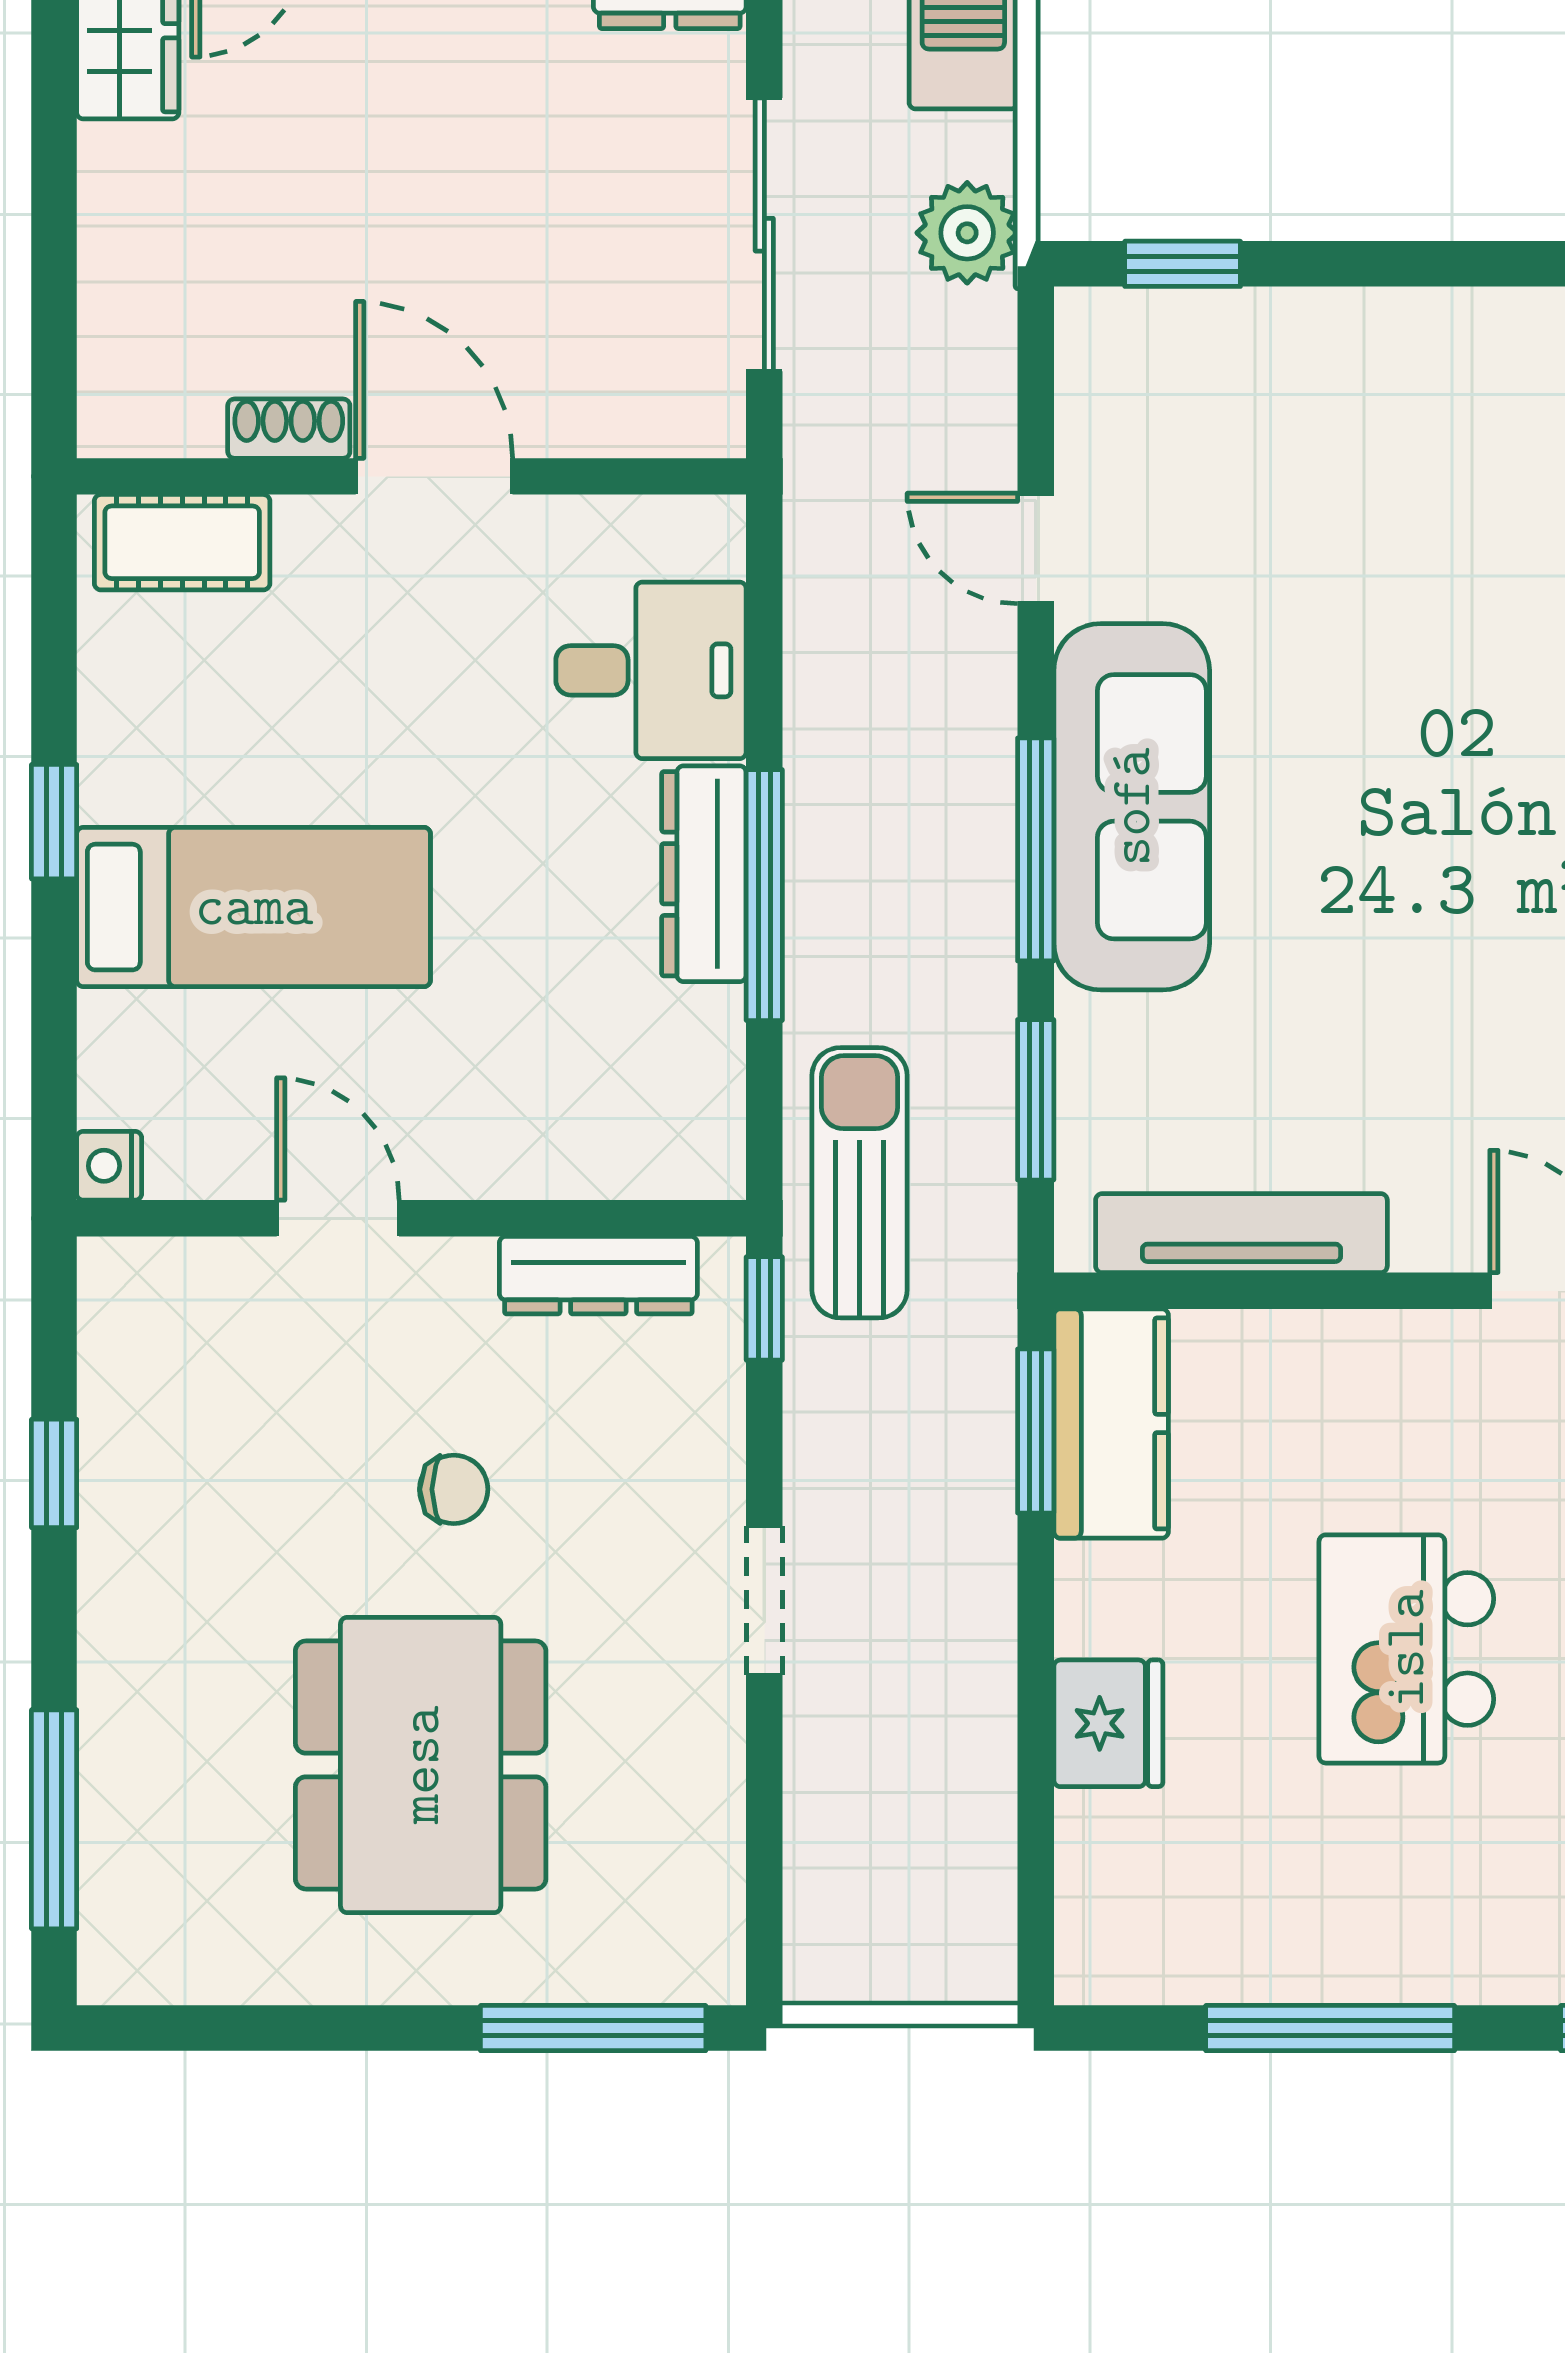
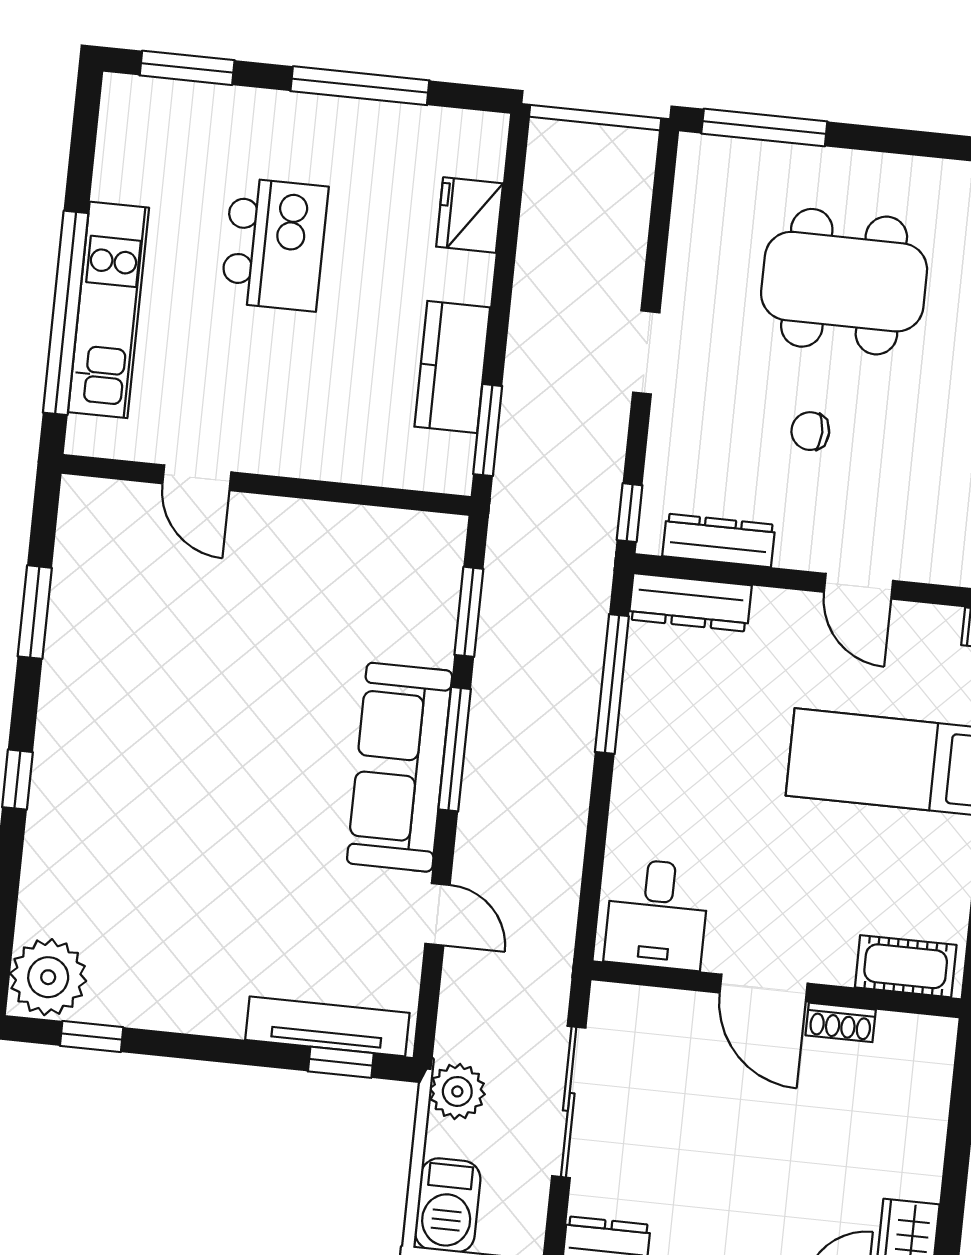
desk: (651, 670) -> (657, 914), moved, turned -90
dresser: (704, 874) -> (690, 602), moved, turned 90
window: (764, 895) -> (612, 684), moved
sun lounger: (860, 1183) -> (570, 576), removed
tv unit: (1241, 1233) -> (327, 1026), moved, turned 180
kitchen counter: (1111, 1423) -> (452, 367), moved
kitchen island: (1406, 1649) -> (274, 244), moved
fridge: (1108, 1723) -> (470, 215), moved
dining table: (421, 1765) -> (844, 282), turned 90

